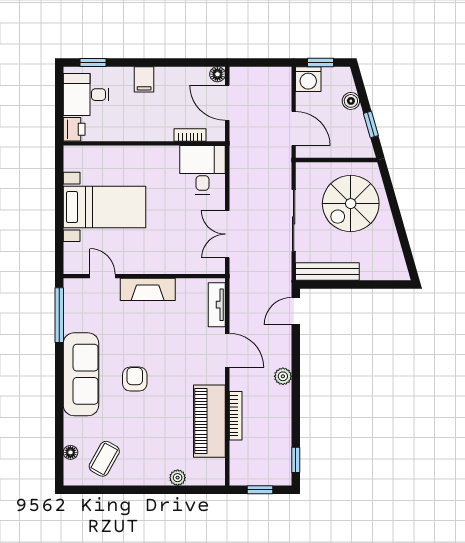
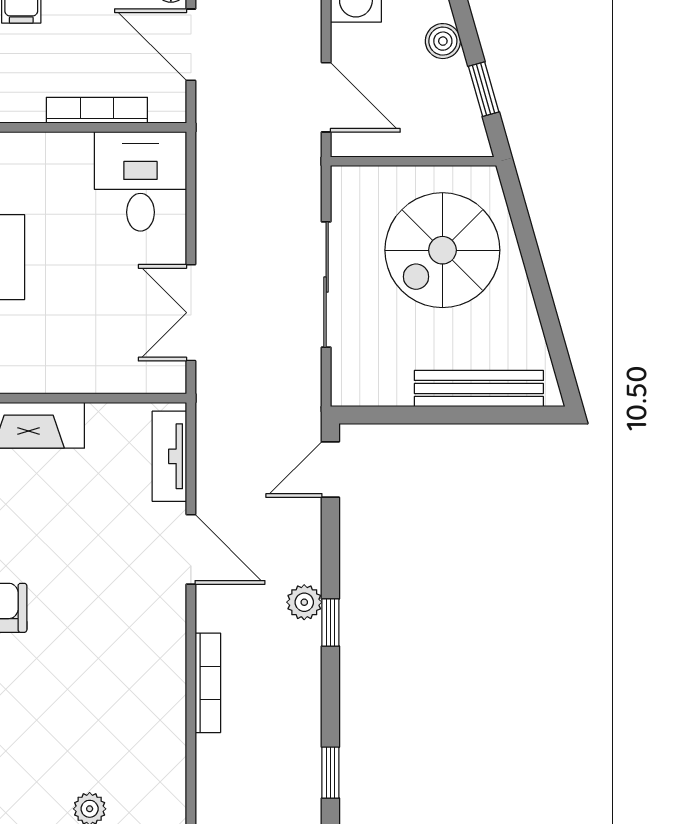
bookcase: (190, 135) -> (97, 110), width x1.56
bench: (327, 271) -> (479, 388), moved
window: (296, 386) -> (330, 623), added
piano: (209, 421) -> (154, 693), removed

